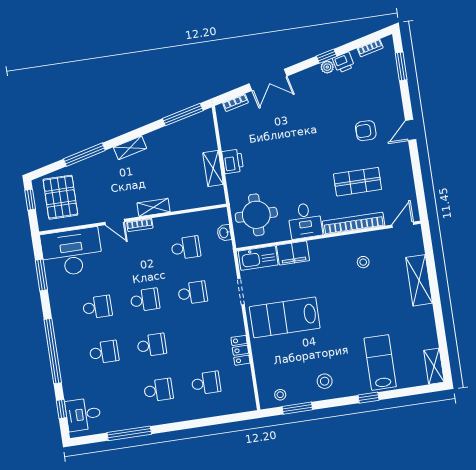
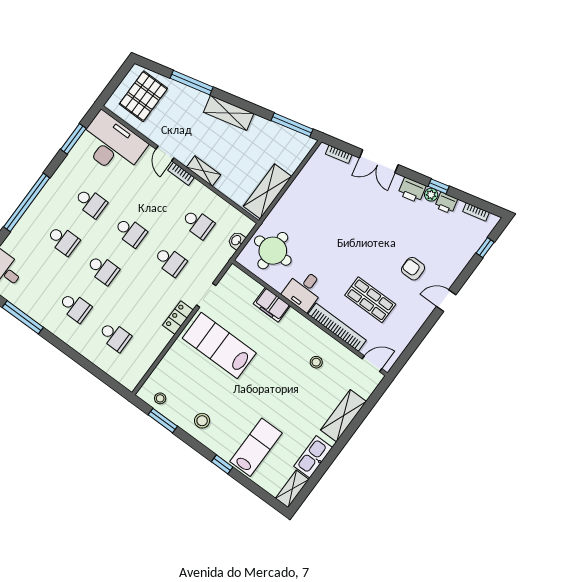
window: (401, 66) -> (485, 248), width x0.67
shelving: (130, 148) -> (229, 113), width x1.50, depth x1.33
printer: (233, 161) -> (412, 190), moved, turned 76
shelving: (213, 169) -> (267, 191), width x1.50, depth x1.33
window: (30, 200) -> (120, 76), removed
kitchen sink: (258, 258) -> (313, 457), moved, turned 90
locker: (240, 350) -> (178, 318), moved

